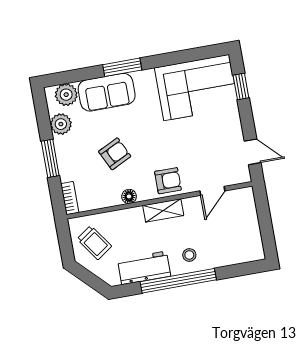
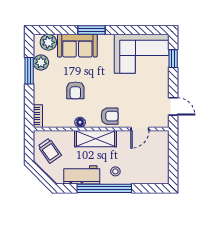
armchair: (115, 154) -> (75, 90), turned 116
window: (50, 158) -> (29, 71), moved
shelving: (163, 210) -> (96, 139), width x1.50, depth x1.33

